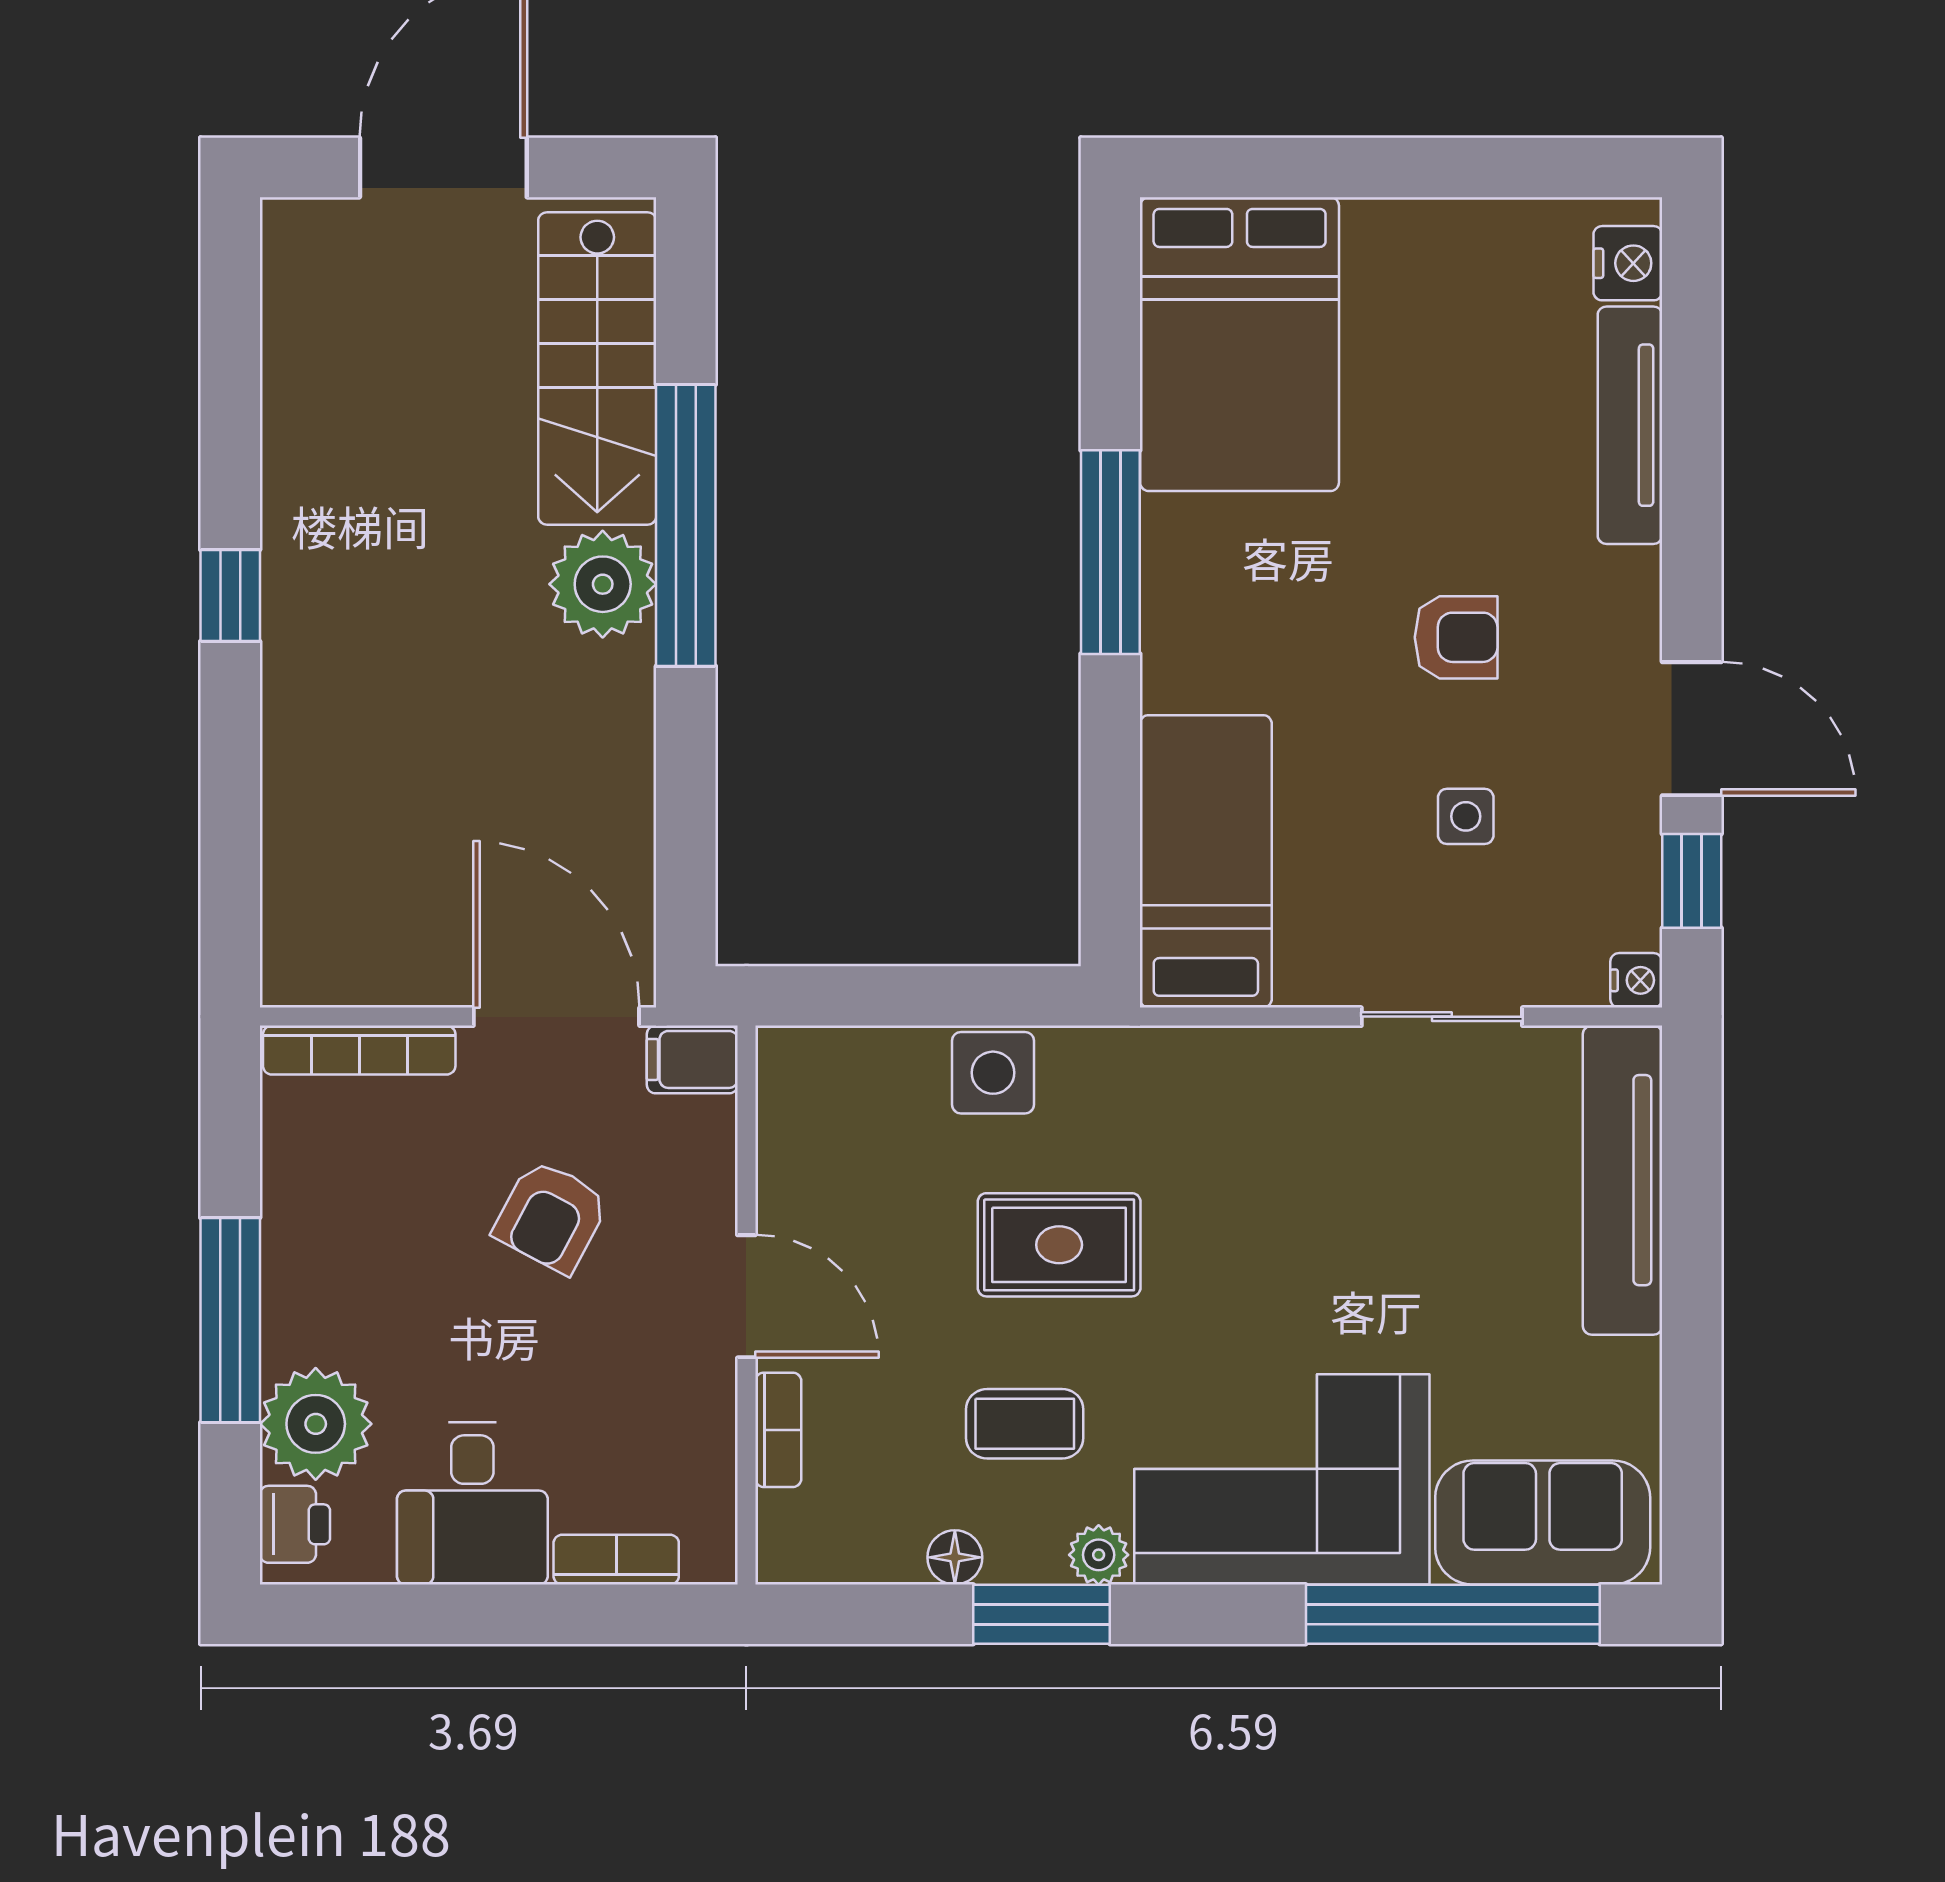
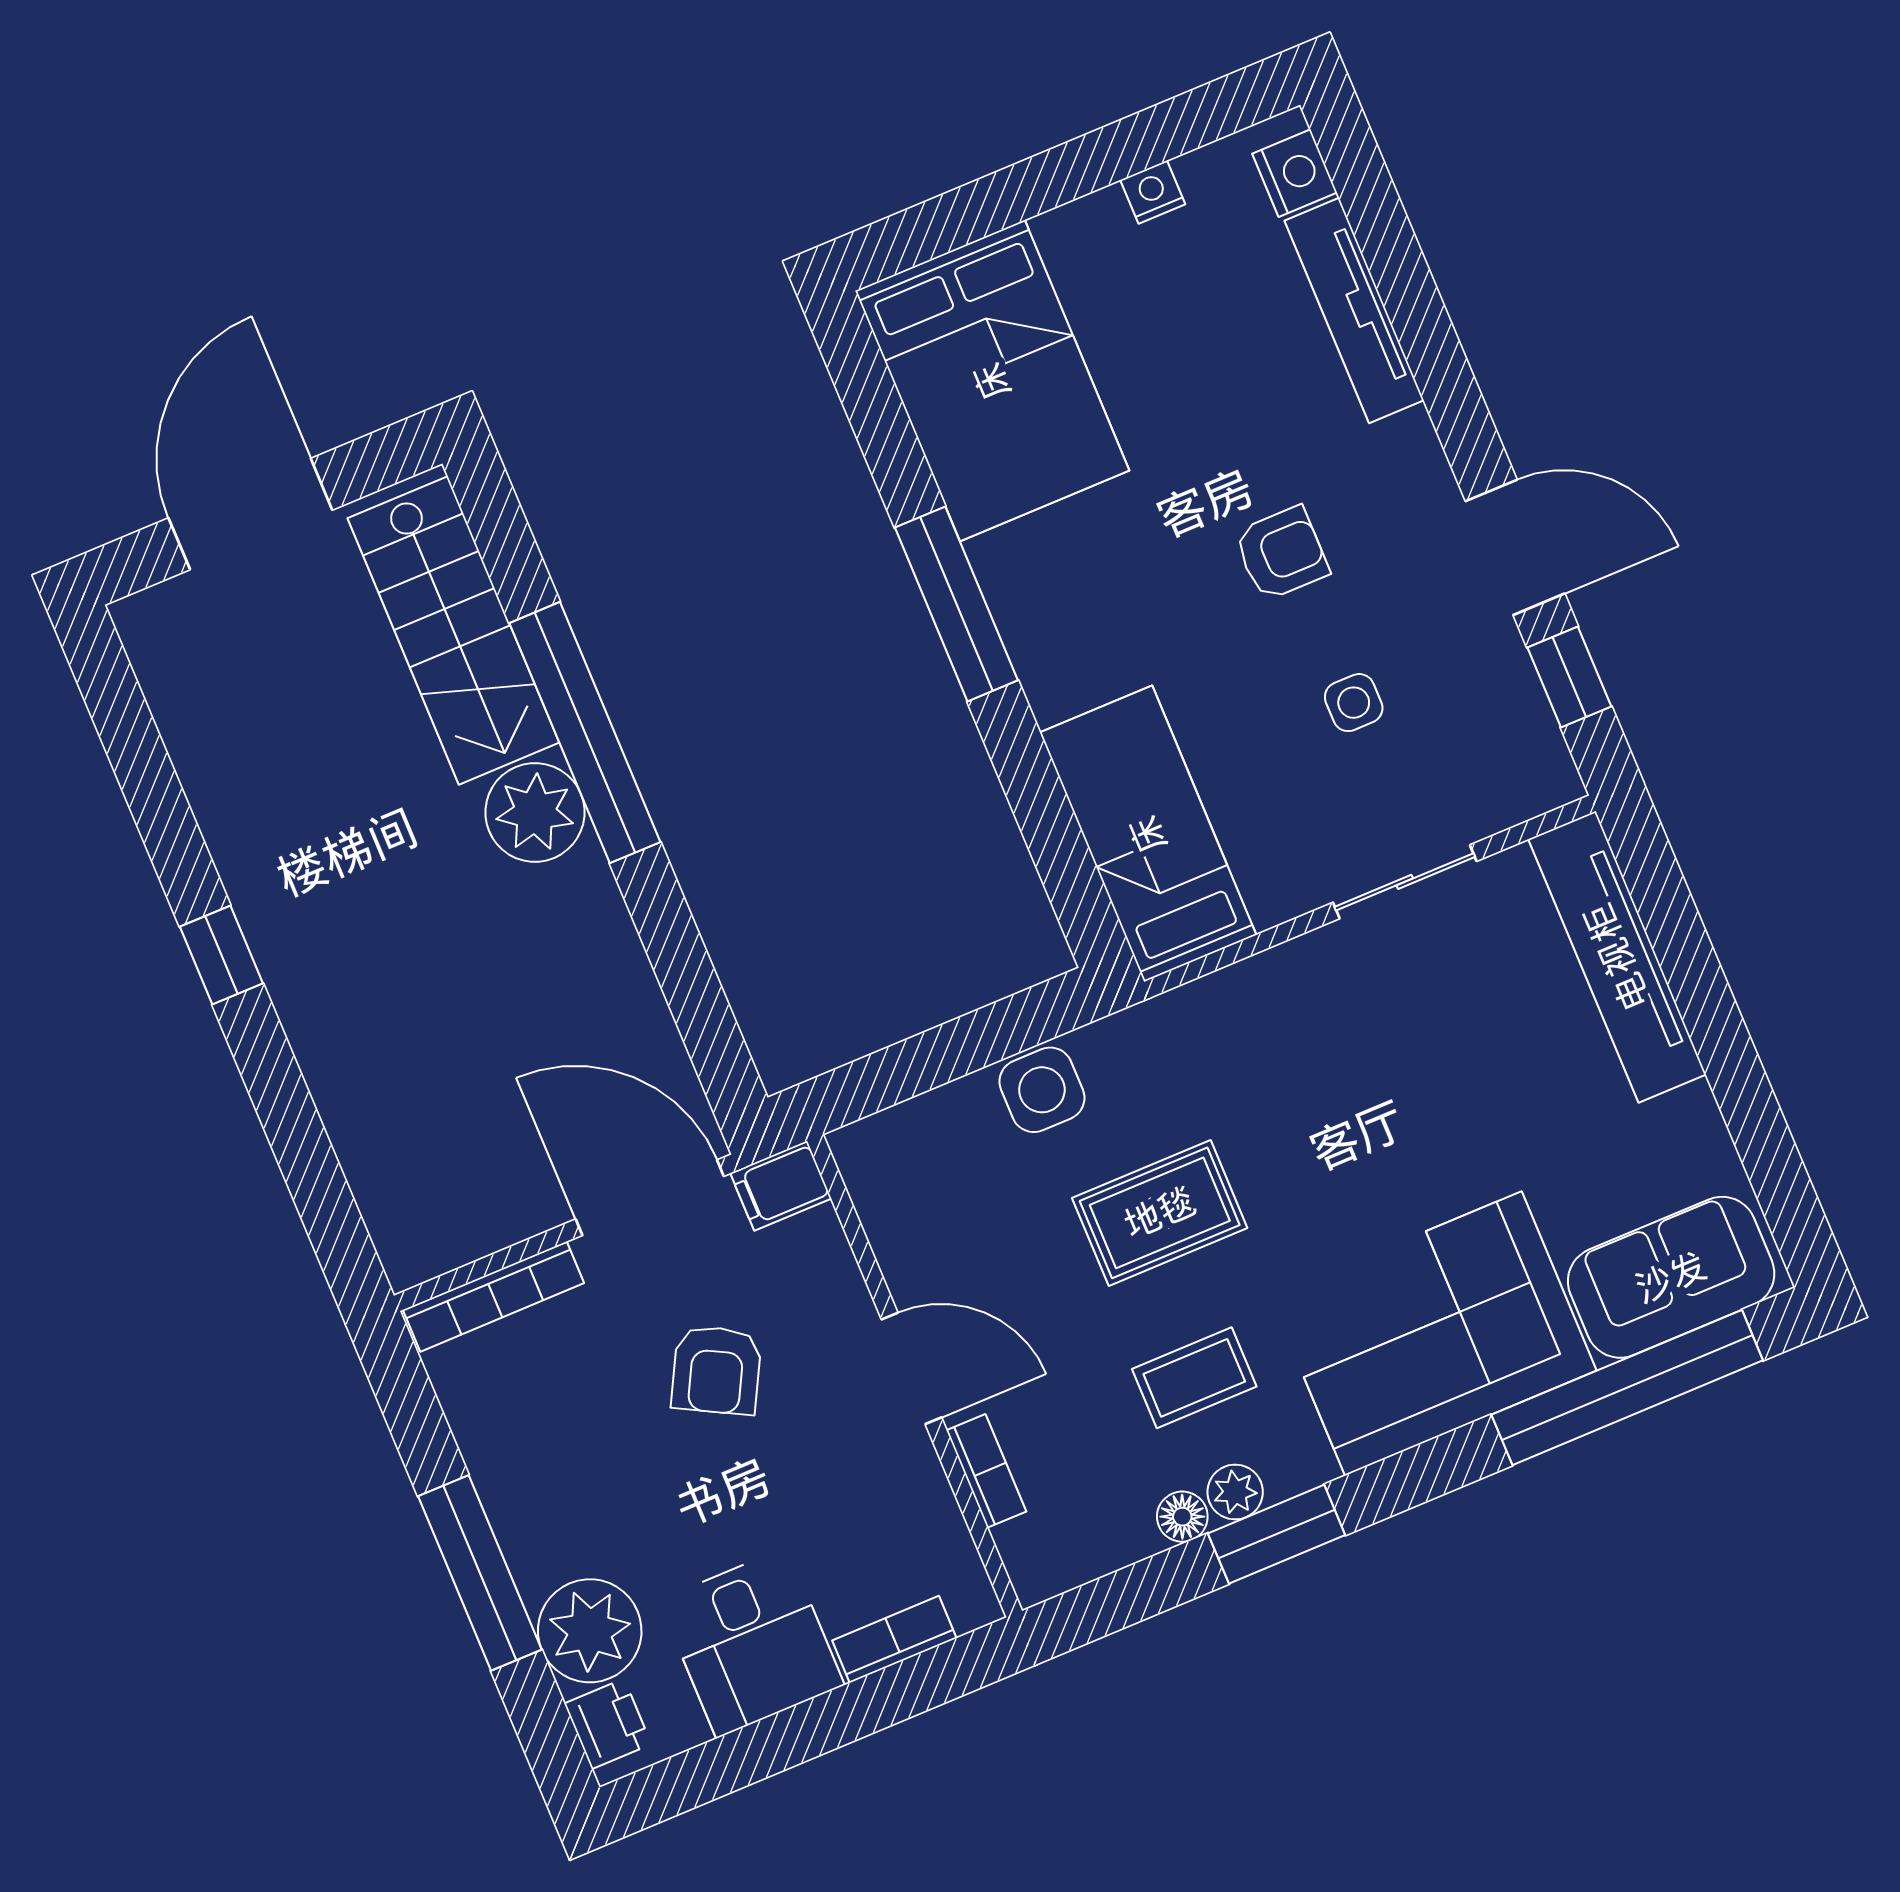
nightstand: (1636, 980) -> (1153, 192), moved, turned -90
plant: (1099, 1555) -> (1235, 1492), moved

